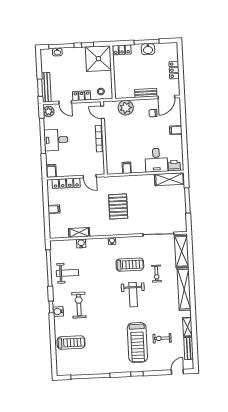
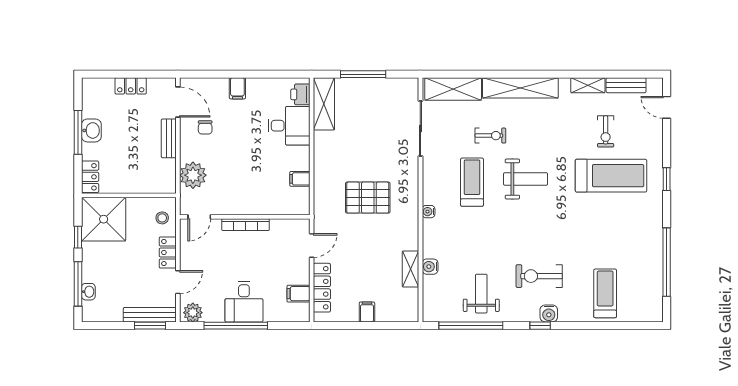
filing cabinet: (51, 171) -> (298, 294), moved

